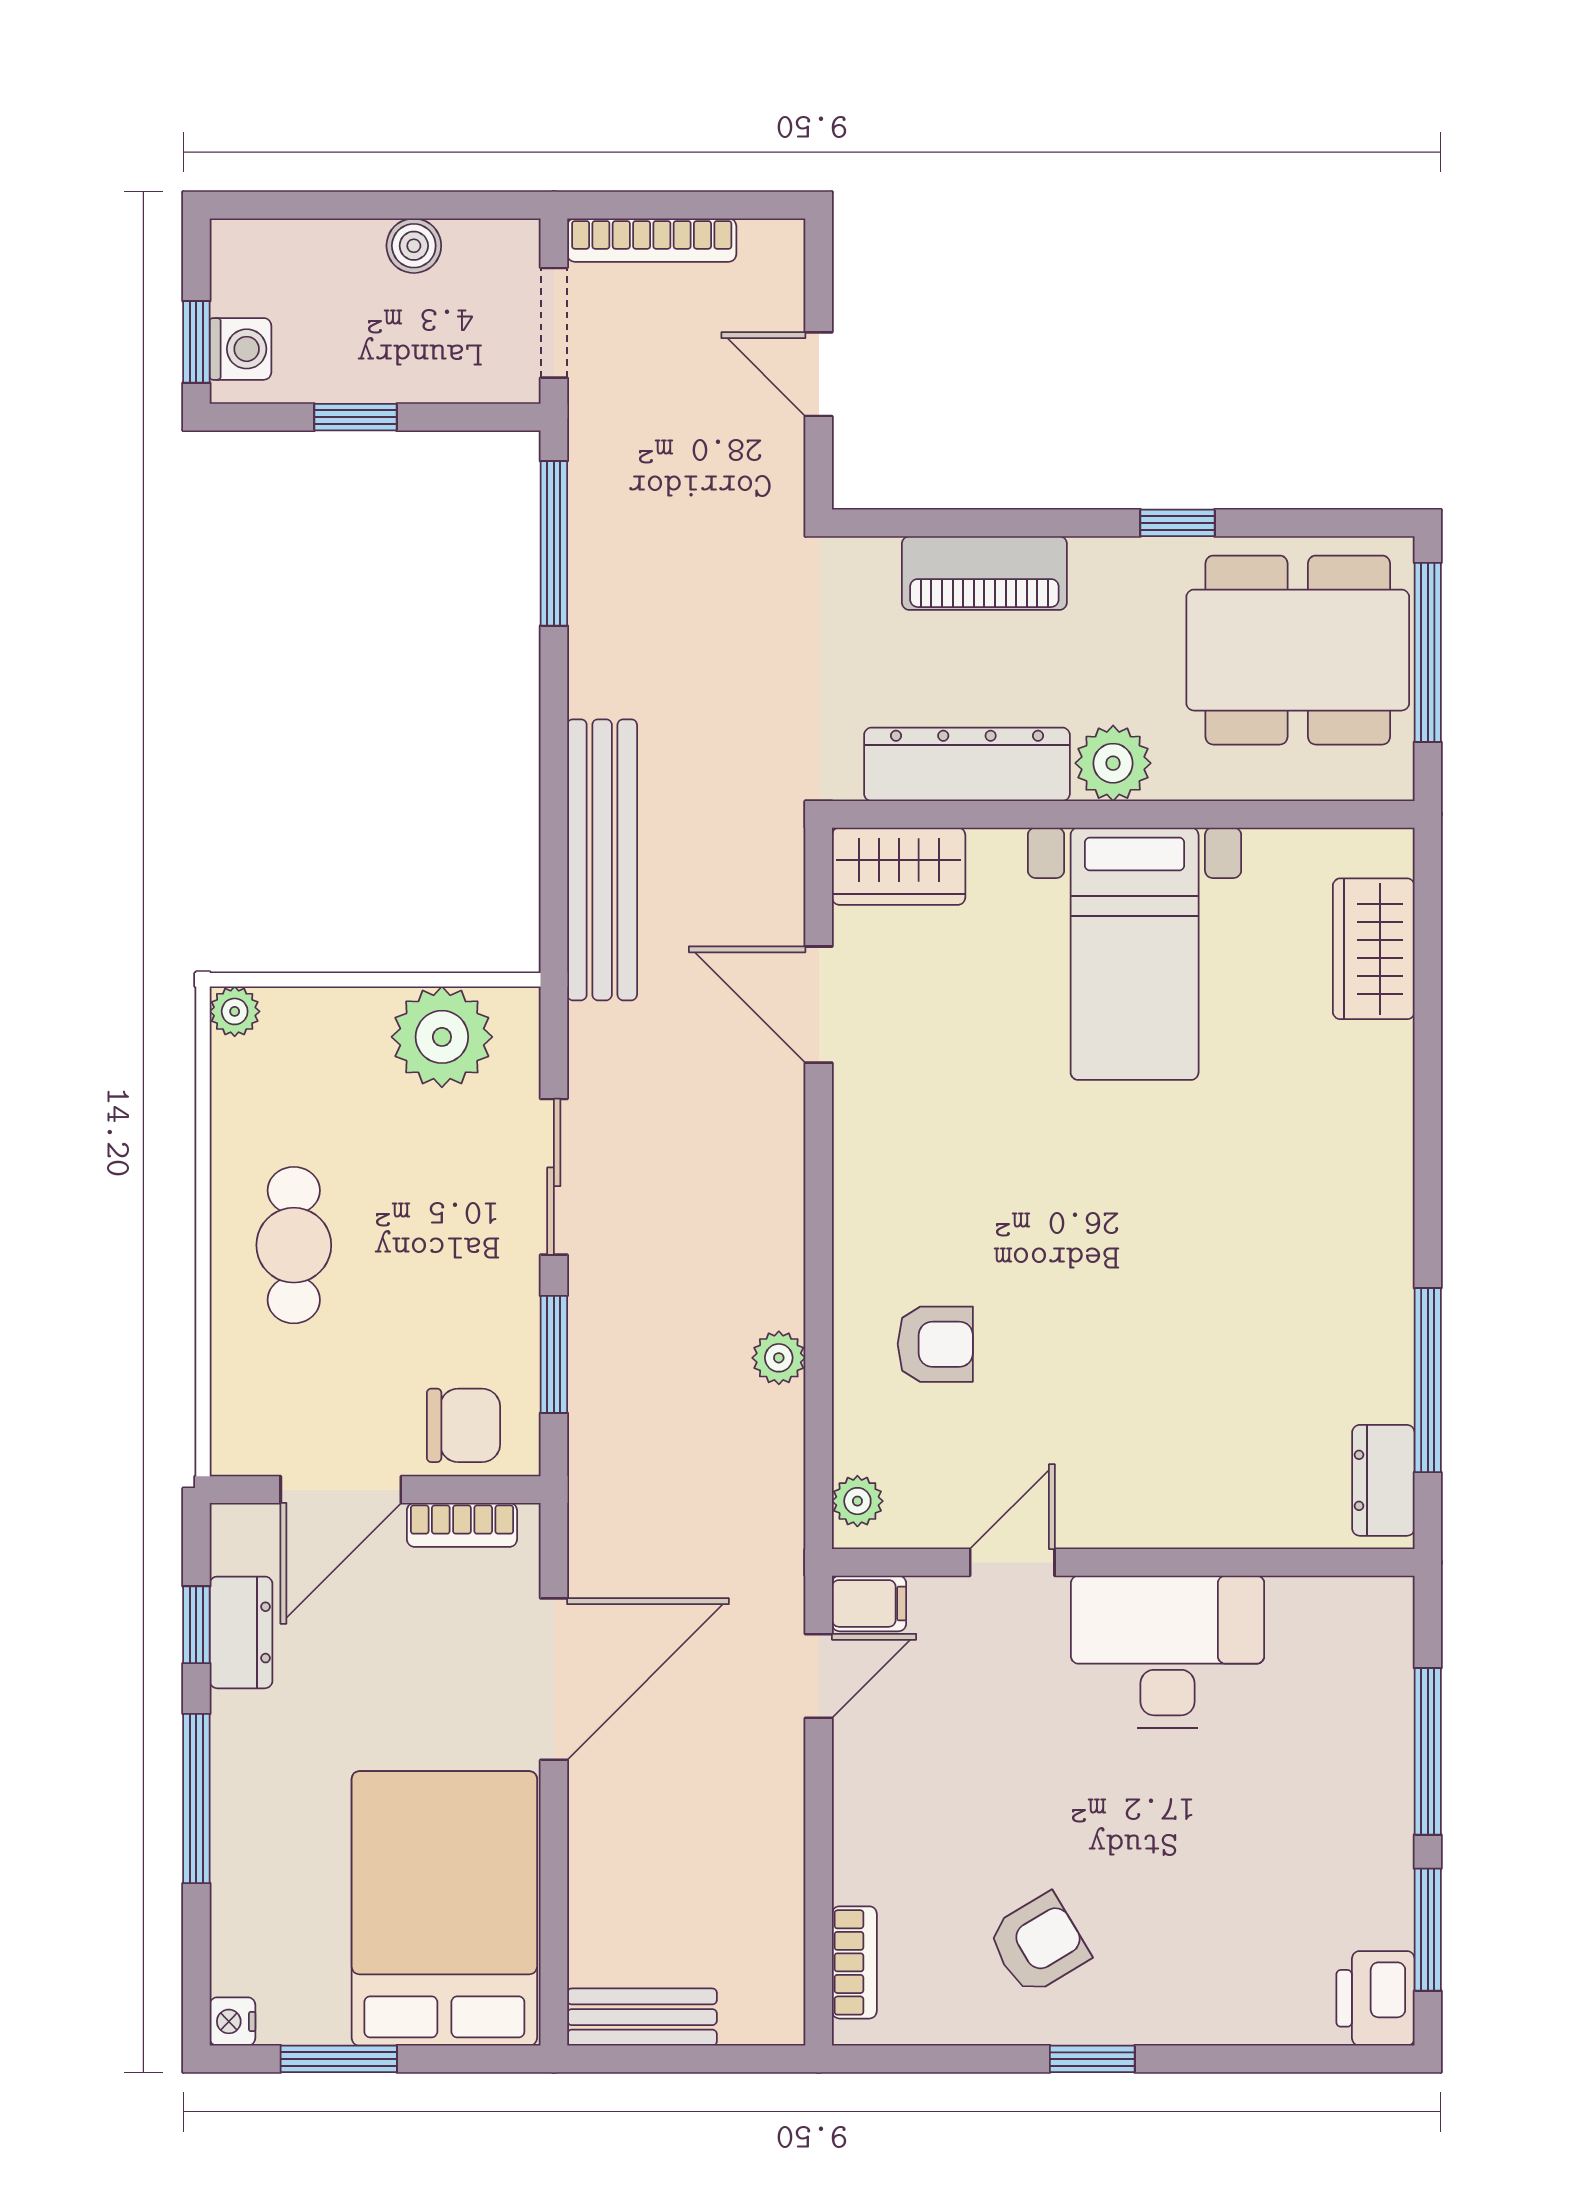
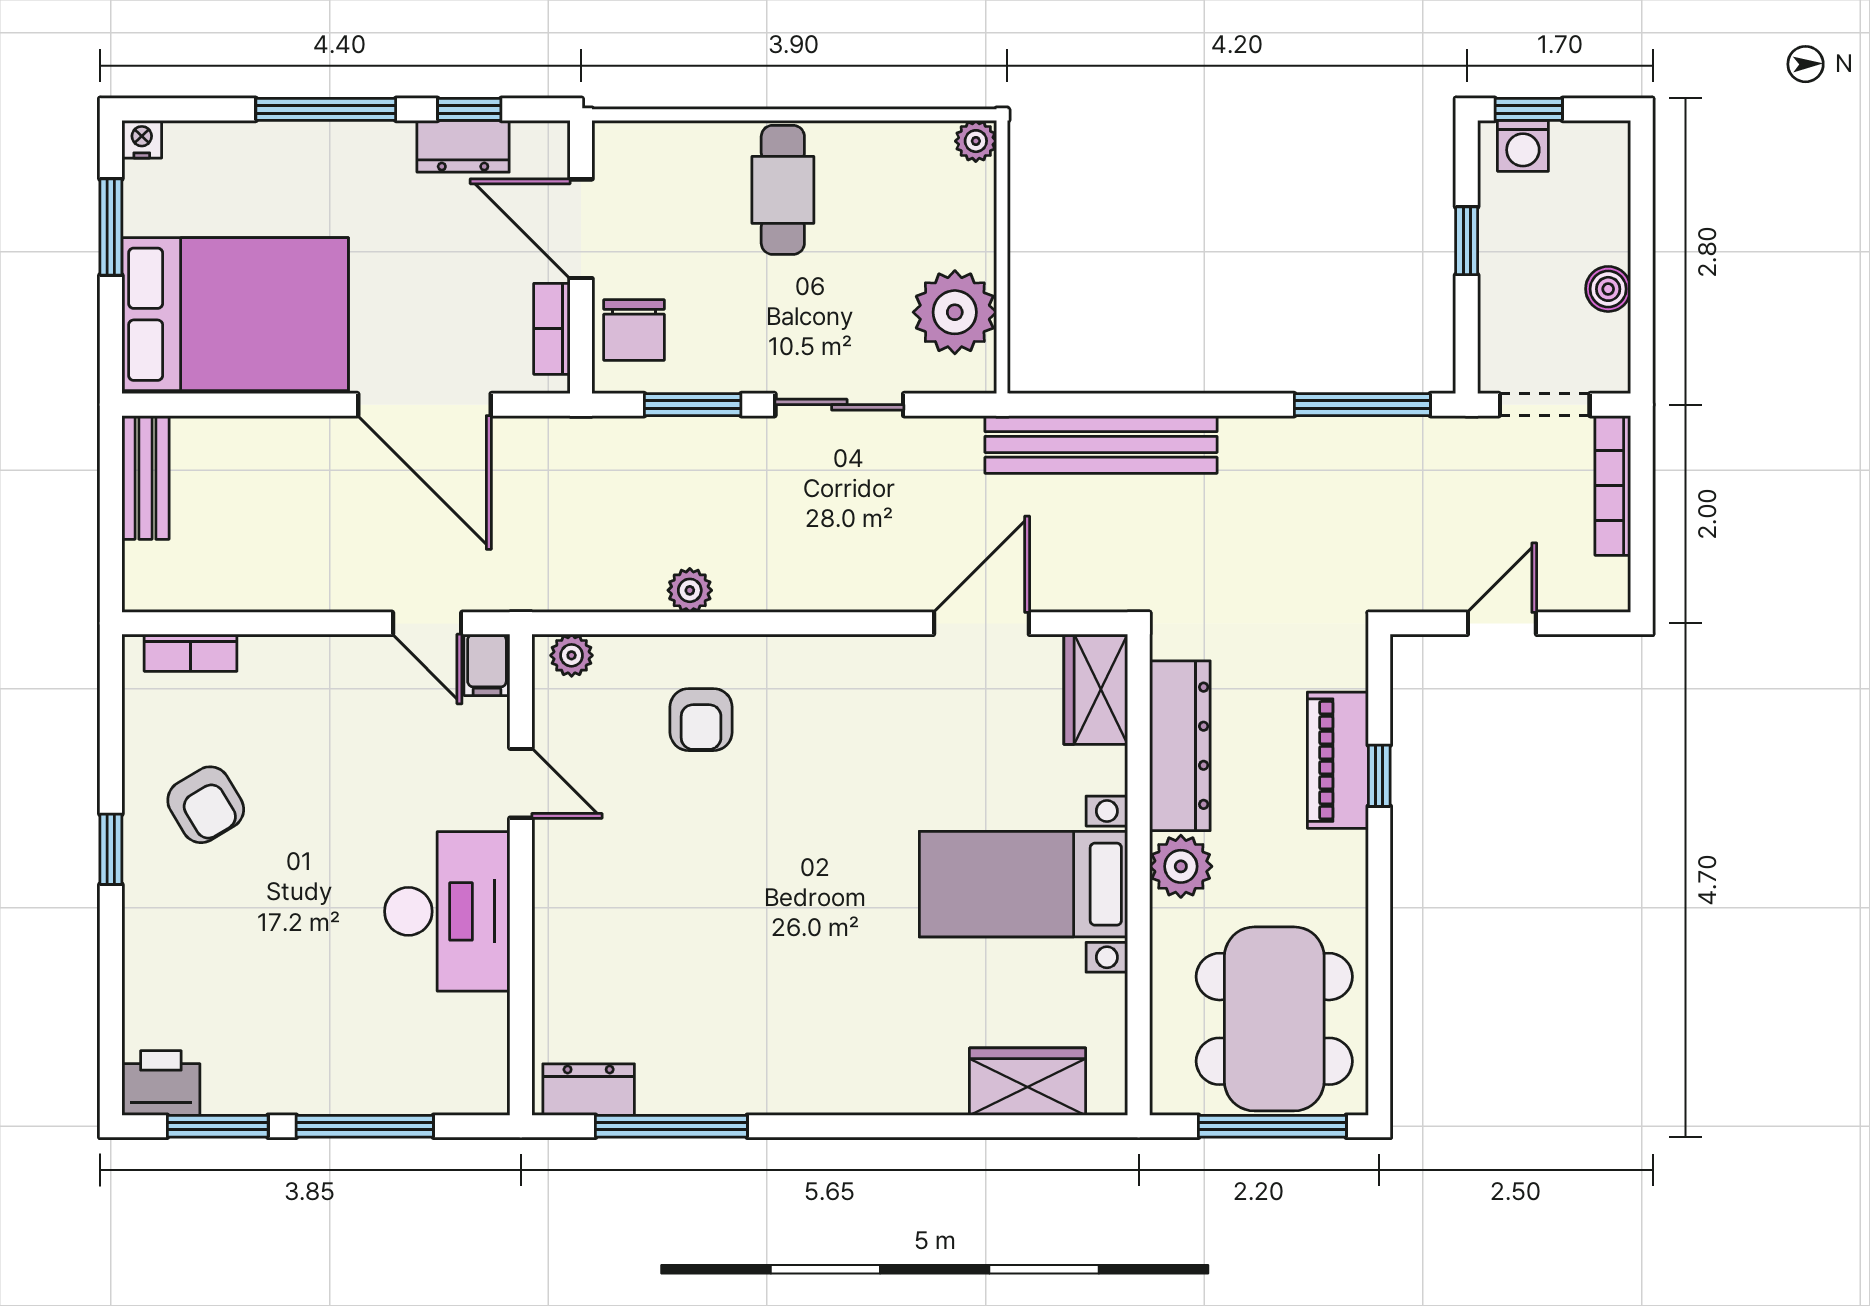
window: (1177, 523) -> (1379, 776), moved
cafe table: (294, 1245) -> (783, 190), turned 90

